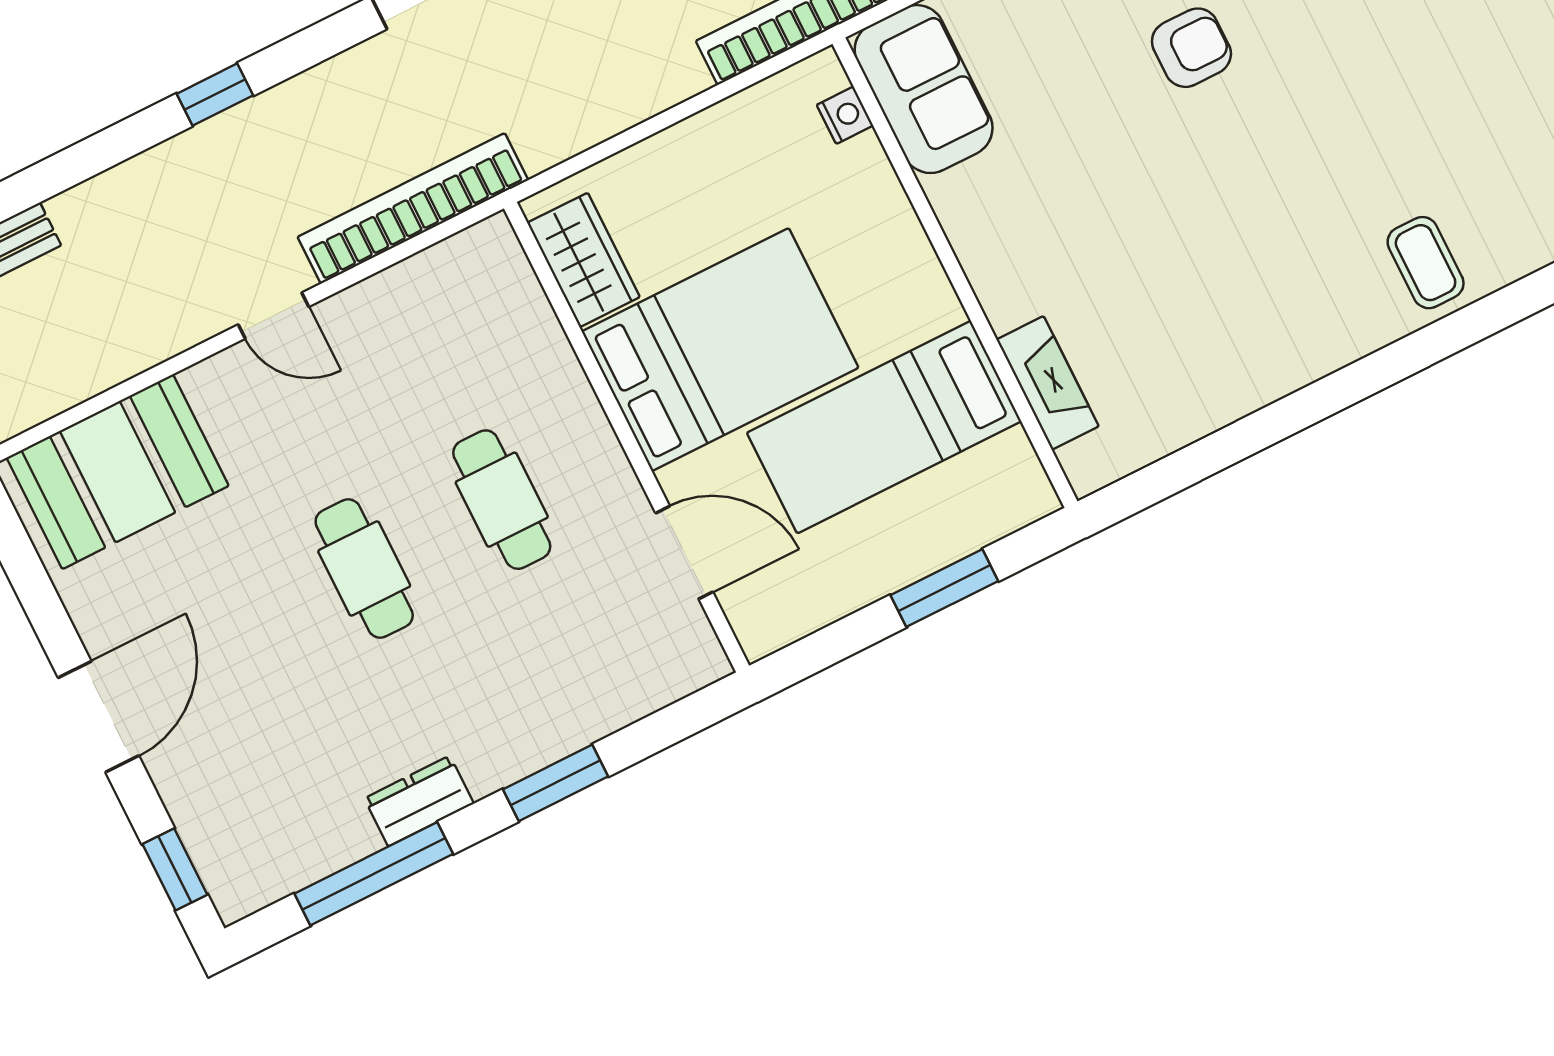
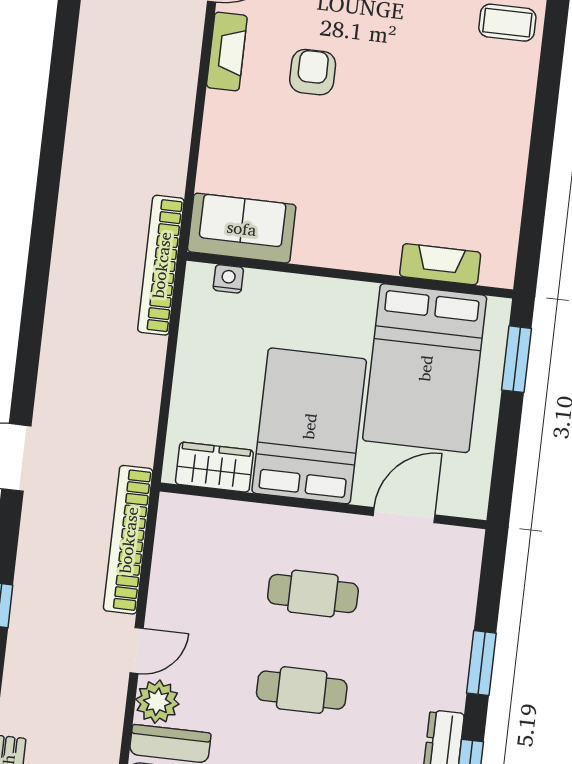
plant: (224, 387) -> (157, 702), added
bed: (884, 427) -> (425, 368), width x1.50
window: (944, 588) -> (517, 359), moved

